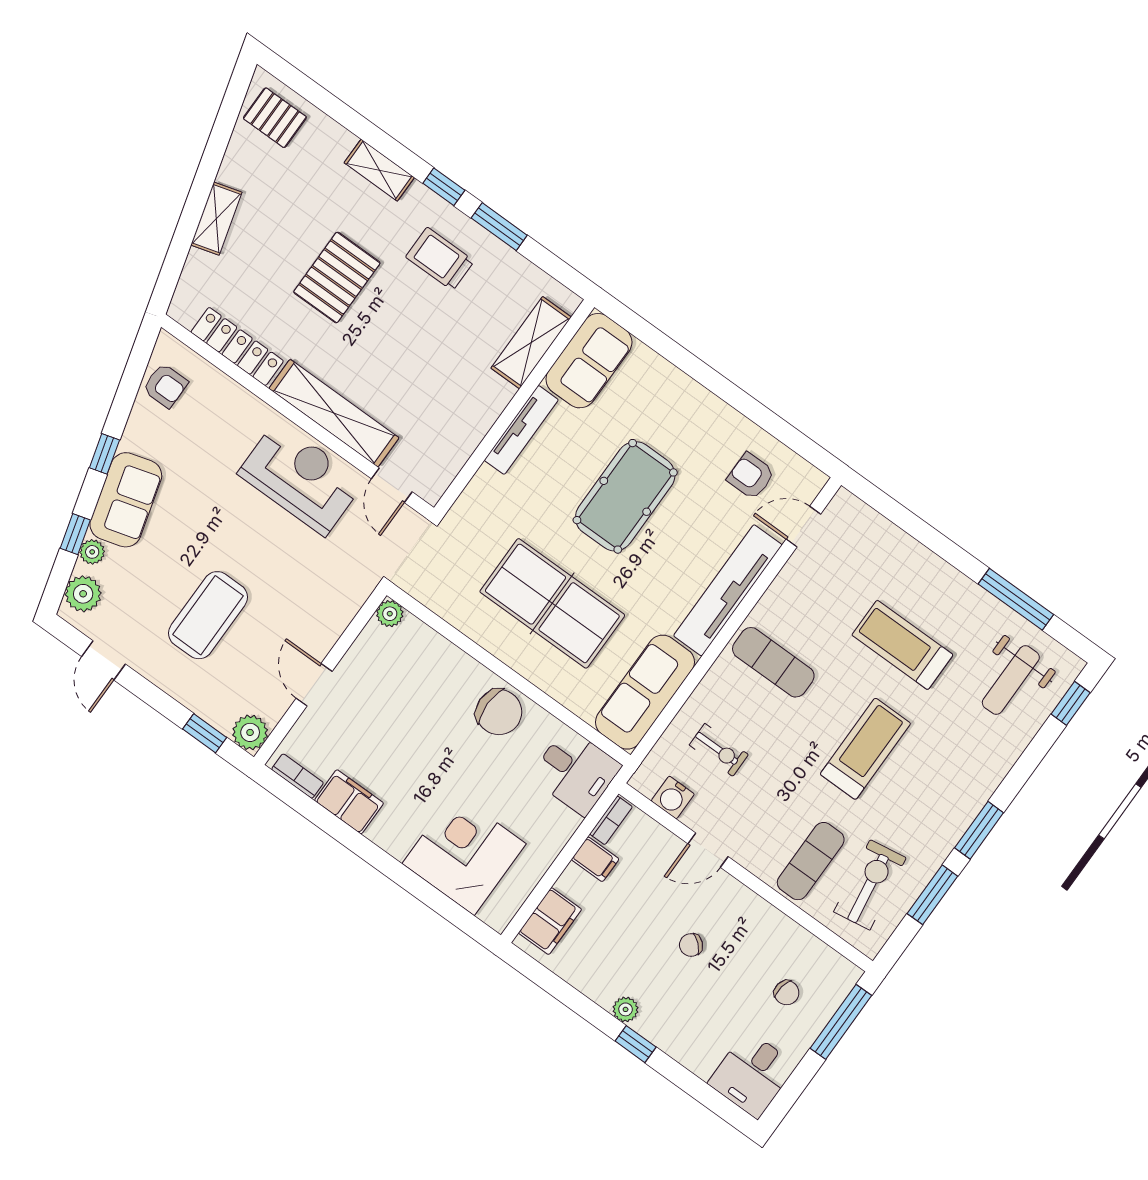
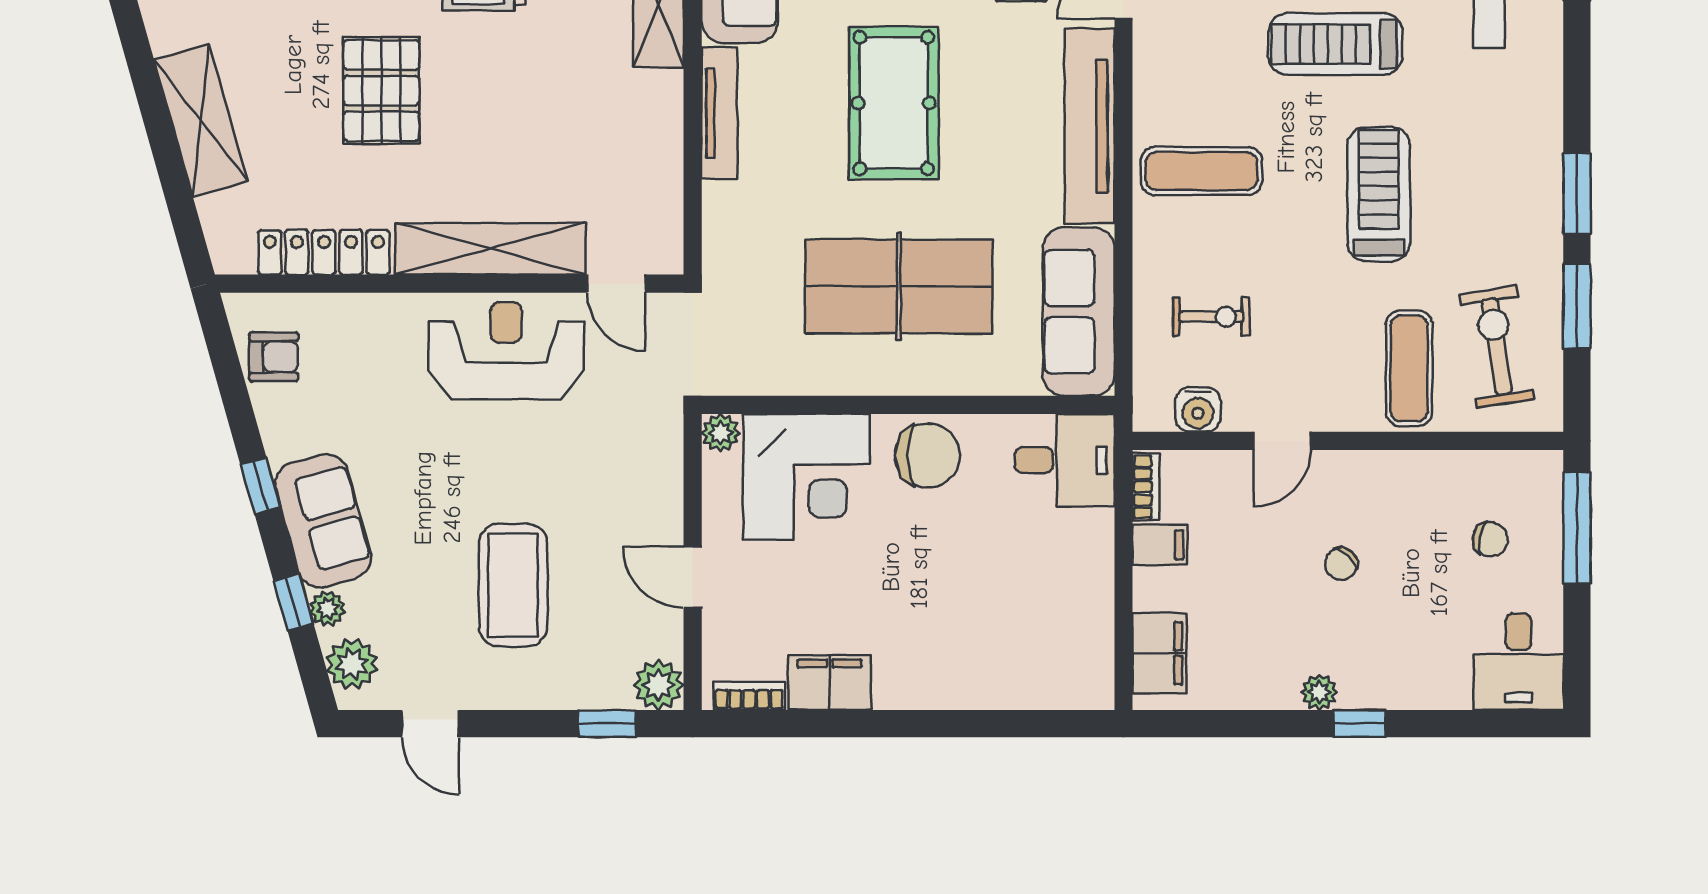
shelving: (216, 219) -> (201, 121), width x1.50, depth x1.33
corner desk: (464, 854) -> (806, 477), moved, turned 180

